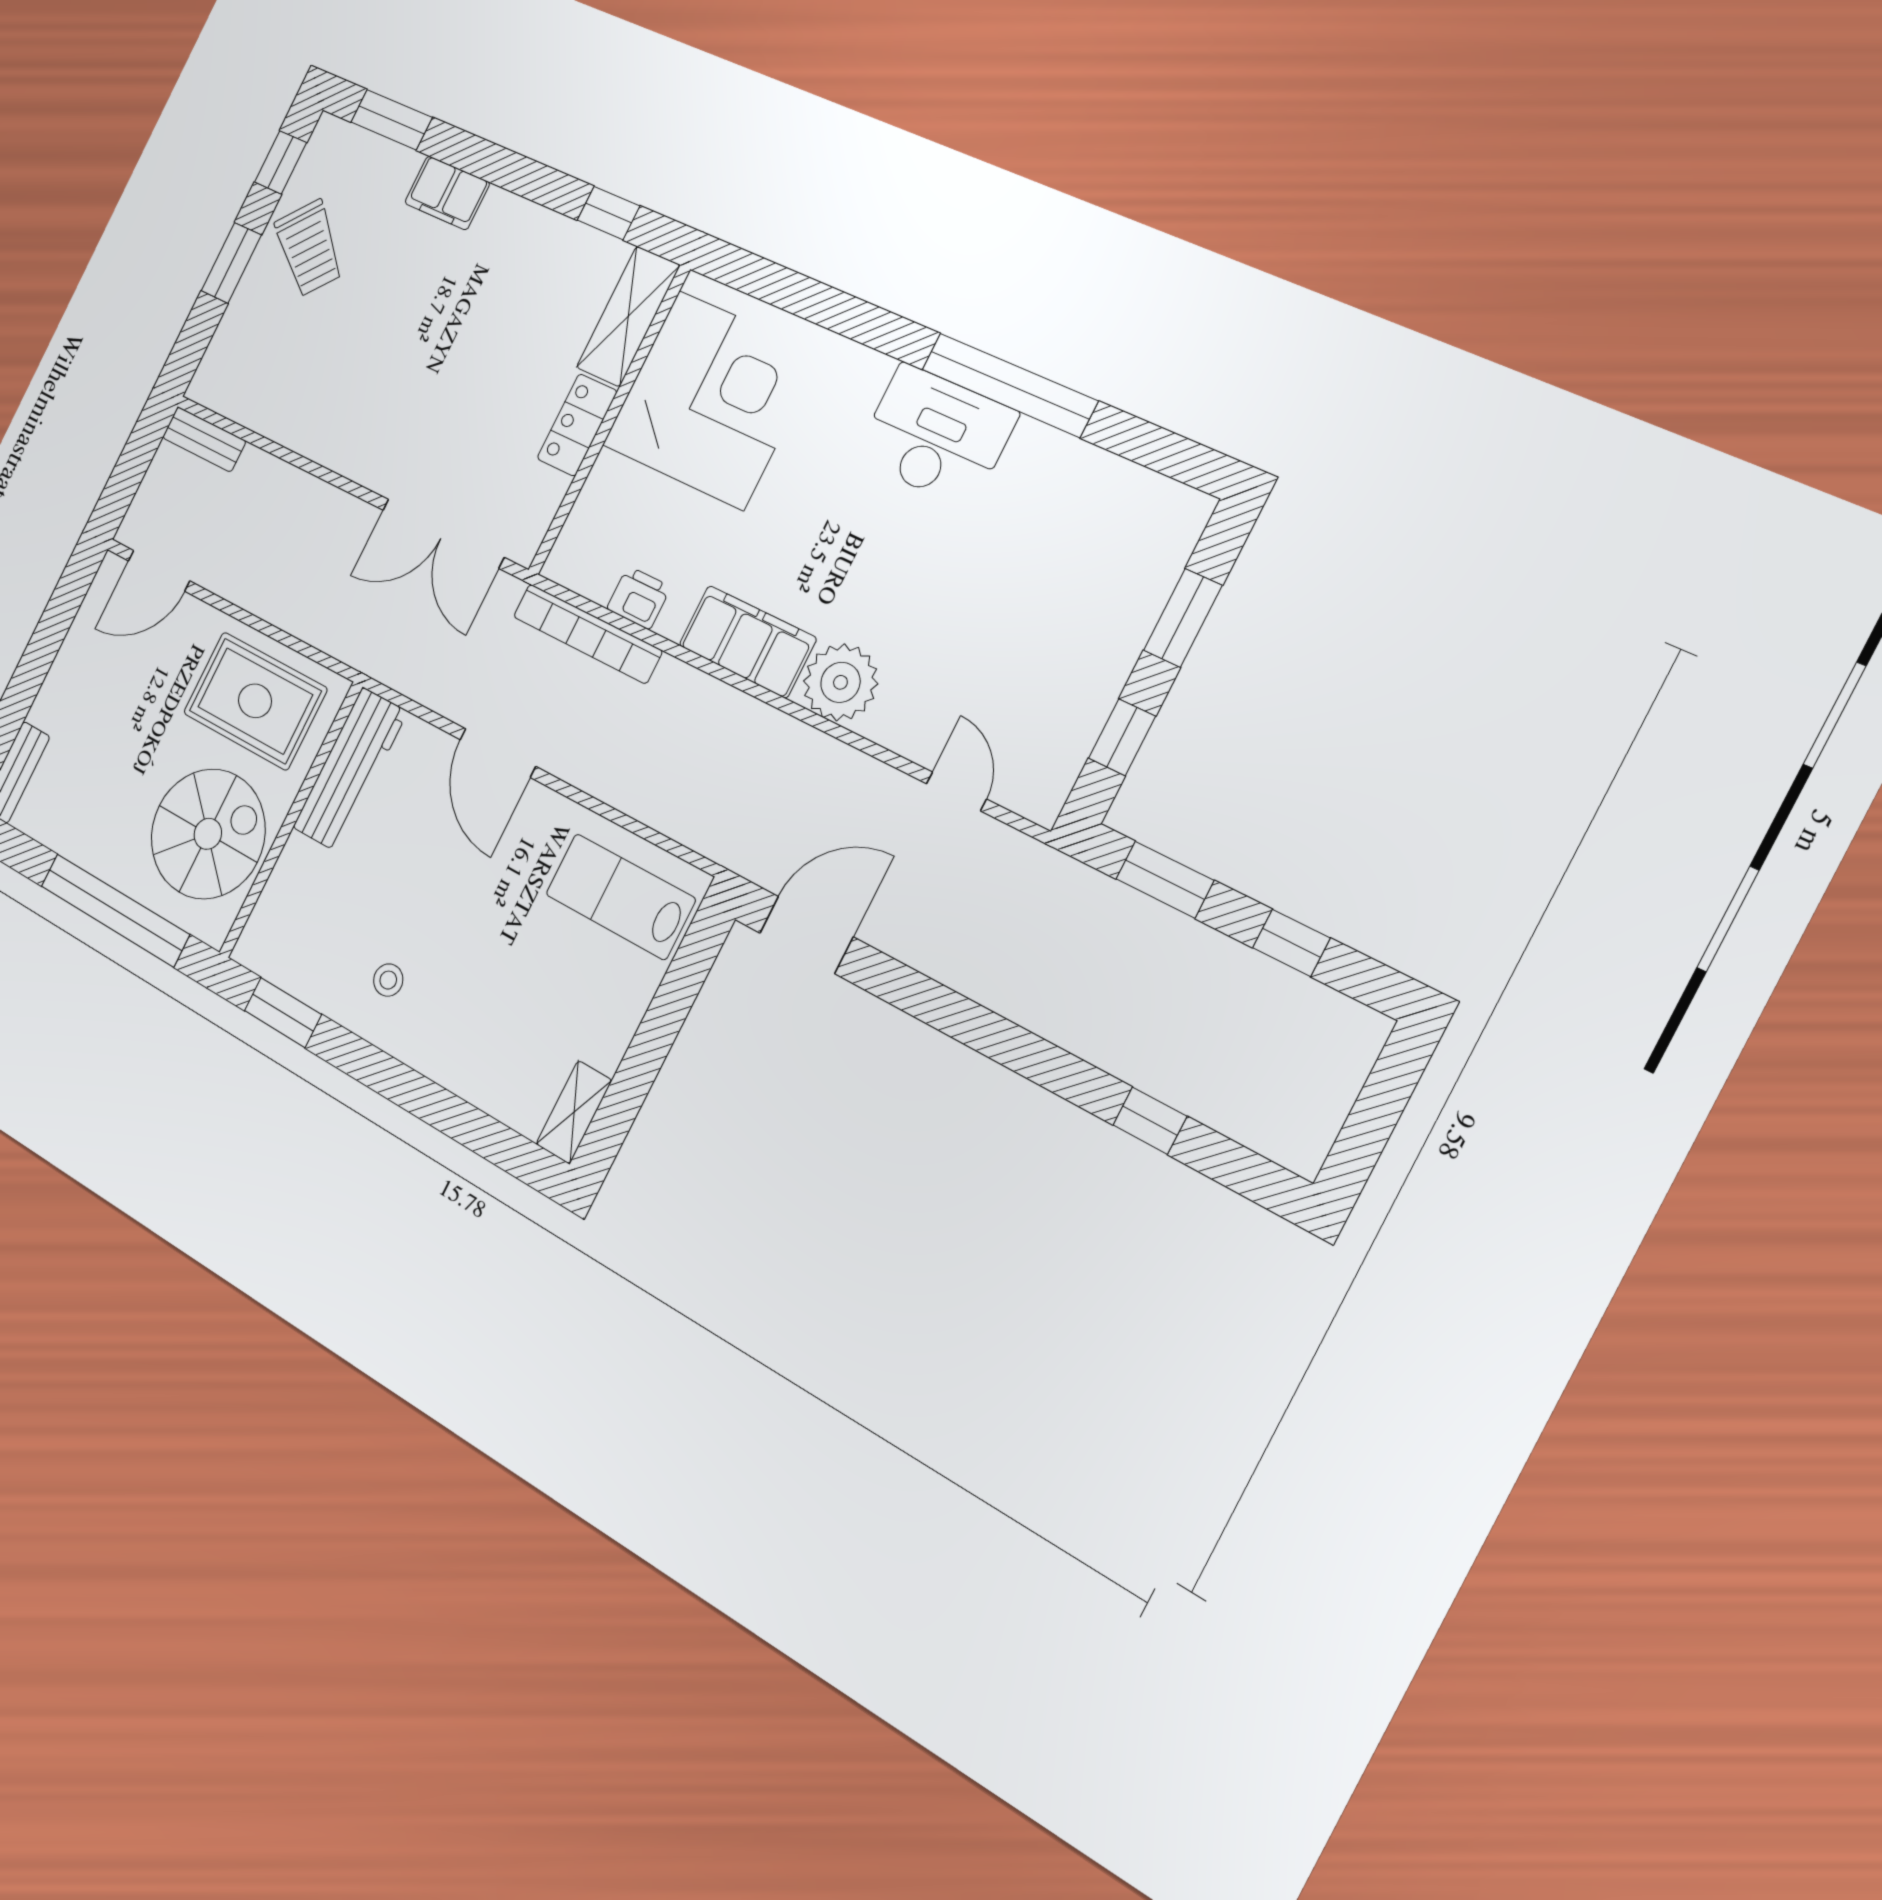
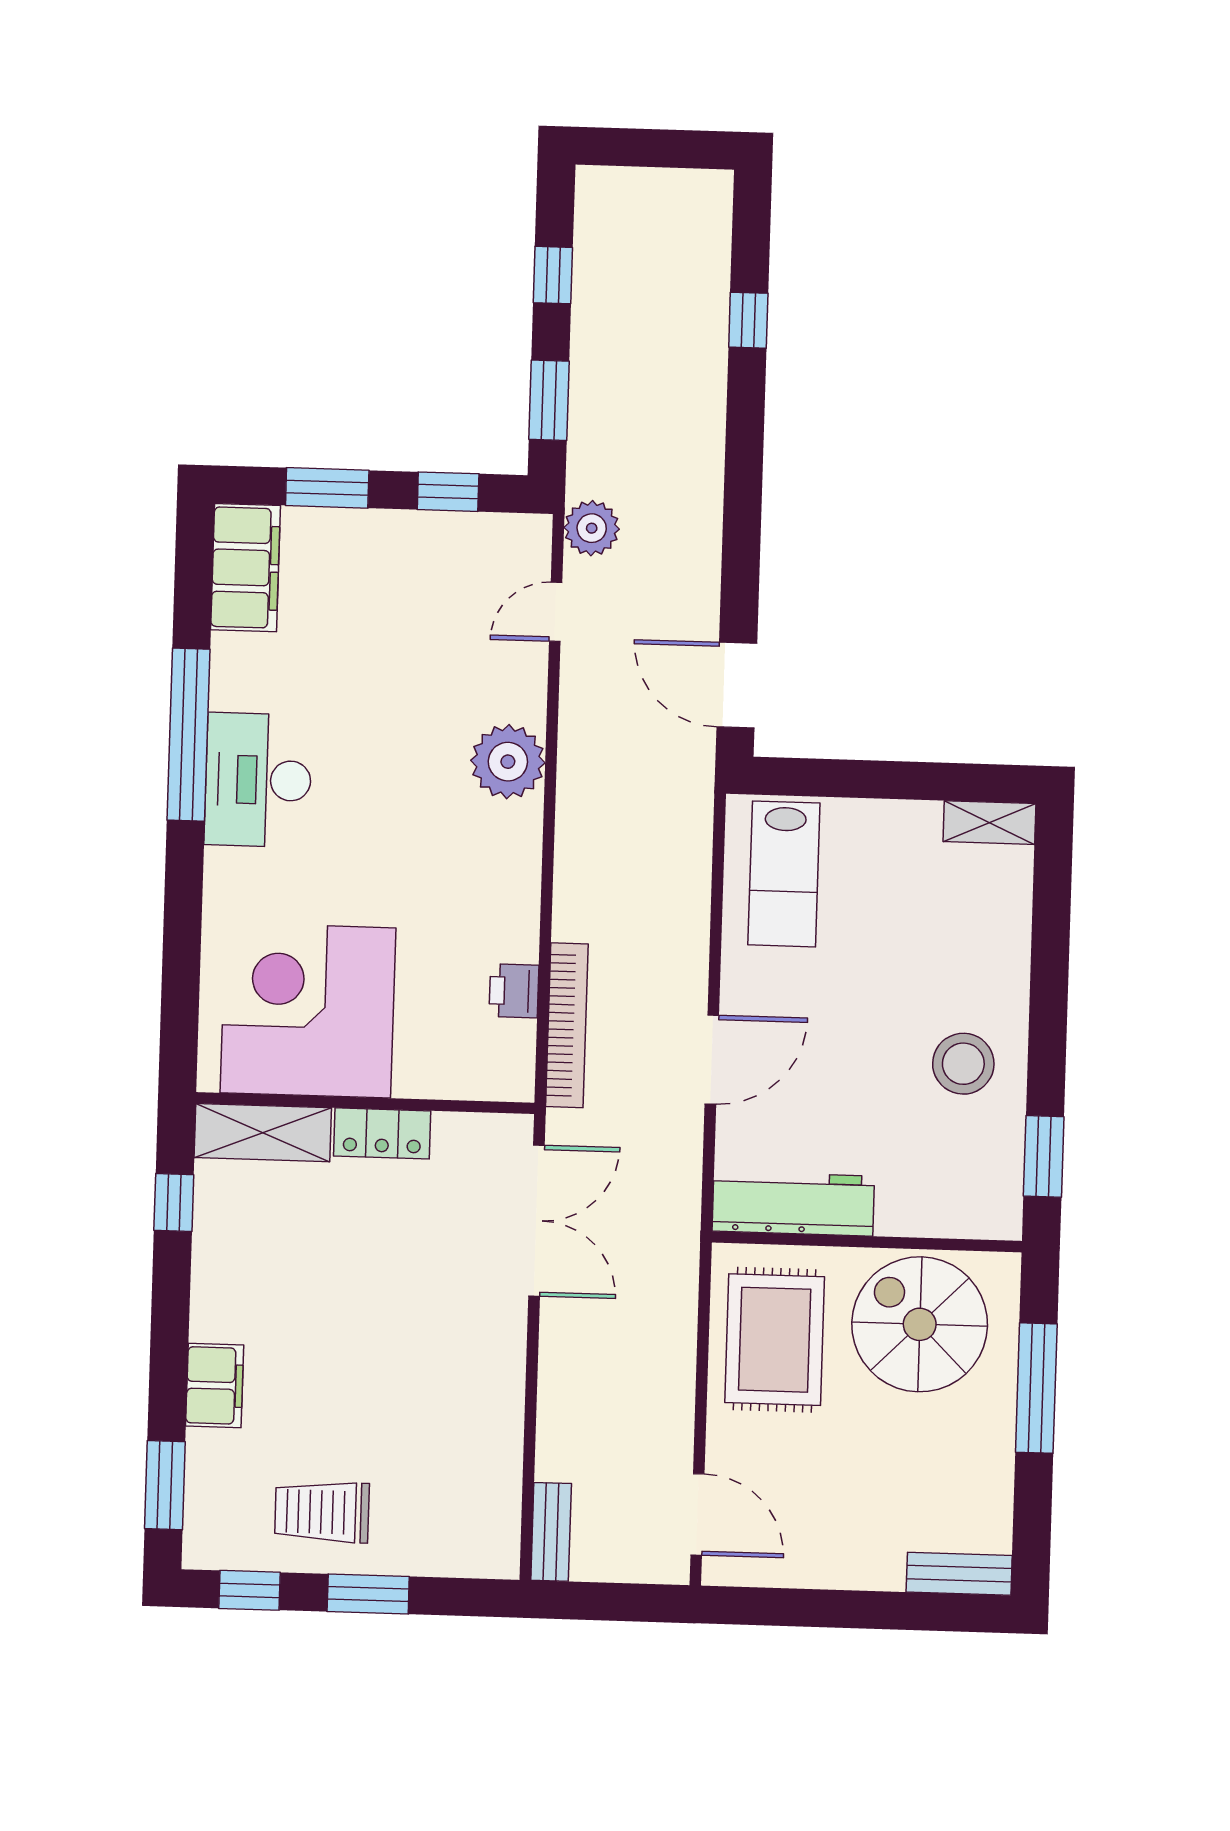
trolley: (309, 248) -> (322, 1512), turned -132
filing cabinet: (747, 642) -> (245, 568), moved, turned 180
plant: (1019, 864) -> (592, 528), added
window: (115, 910) -> (1036, 1388), width x0.68
stool: (388, 980) -> (963, 1064), width x1.89, depth x1.89

